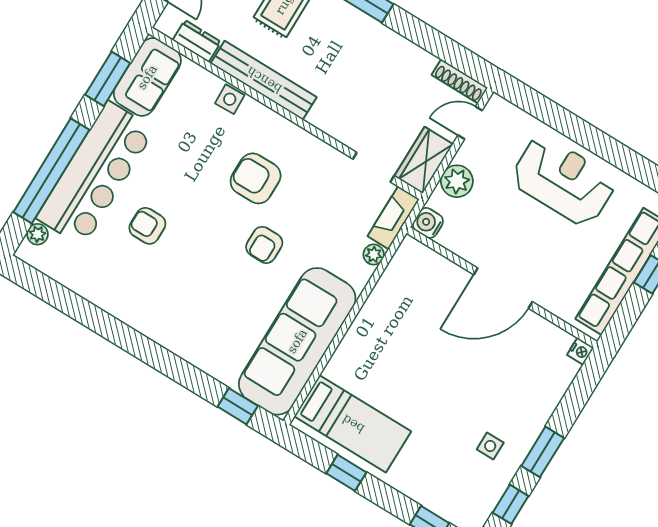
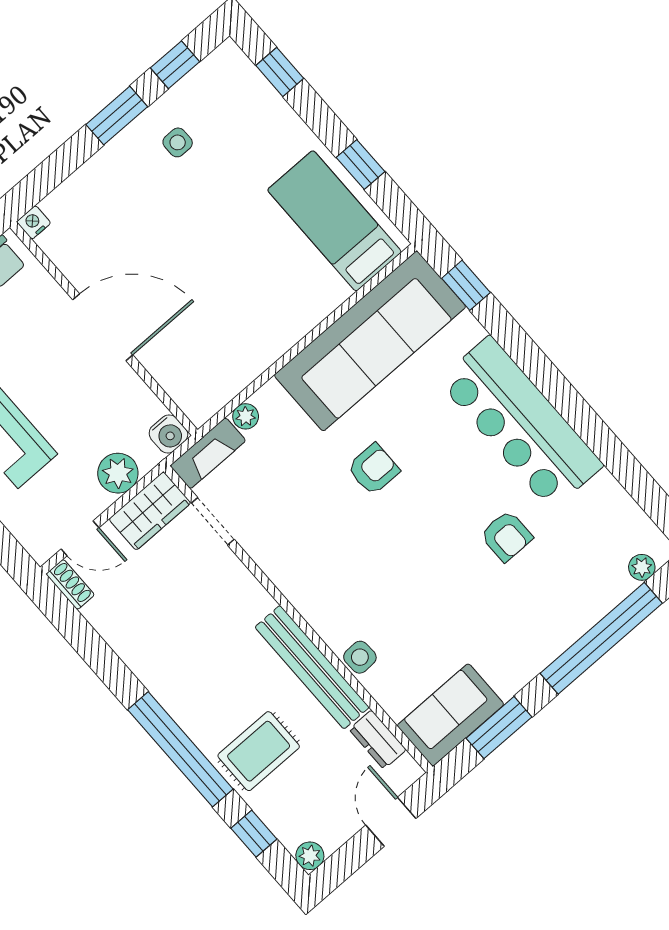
shoe rack: (460, 81) -> (70, 584), width x0.70
bar counter: (96, 174) -> (521, 423), moved, turned -90
armchair: (256, 178) -> (359, 552), removed

